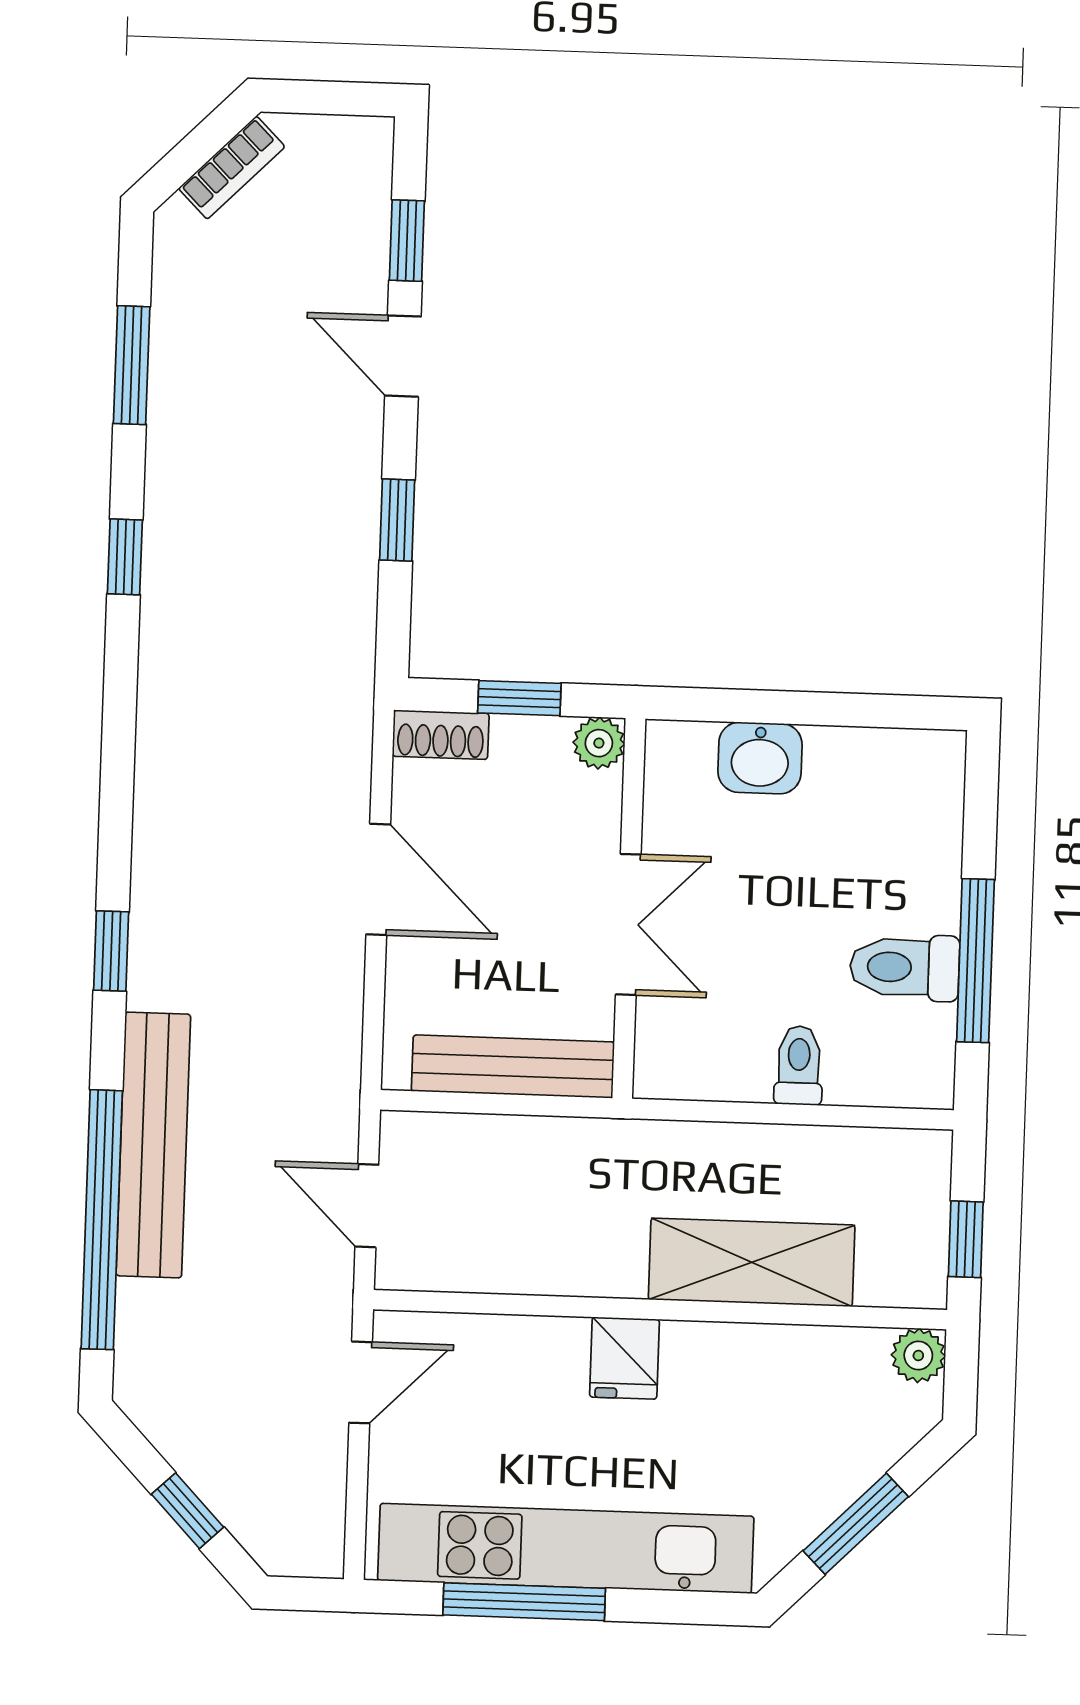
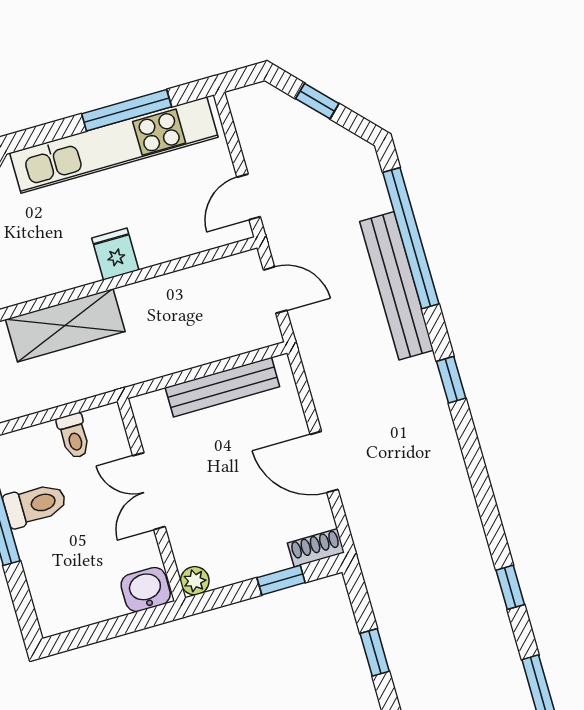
plant: (599, 743) -> (195, 581), moved
wall: (629, 908) -> (151, 500), moved
double door: (628, 924) -> (149, 491), moved

